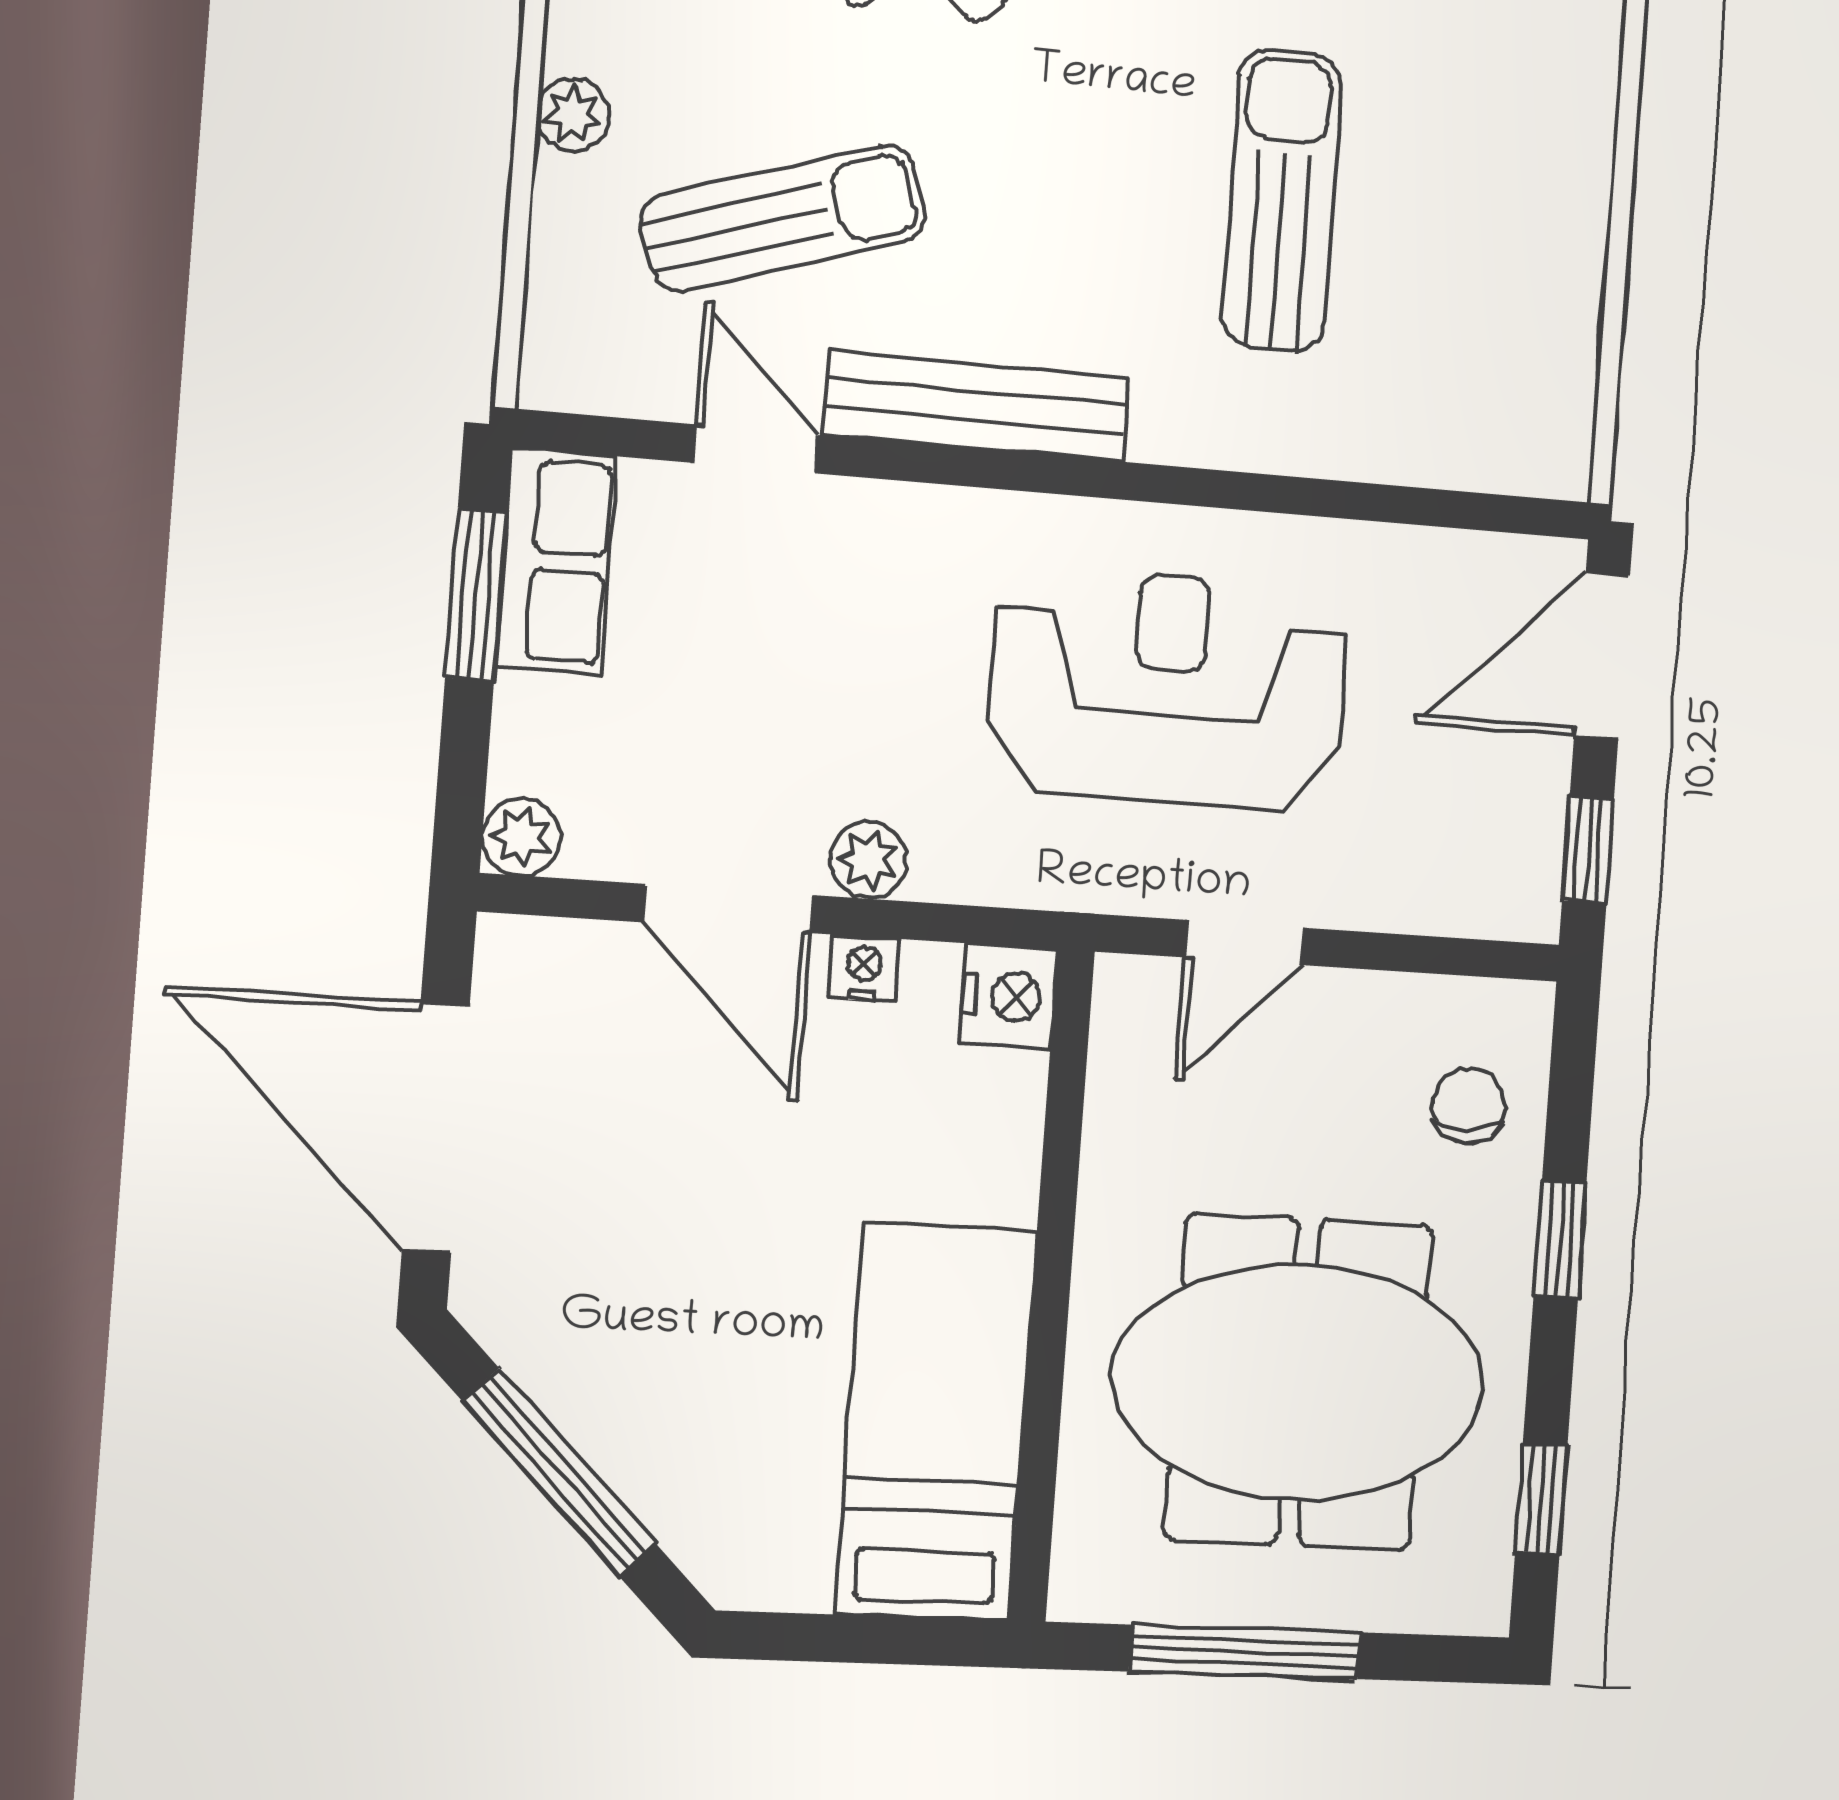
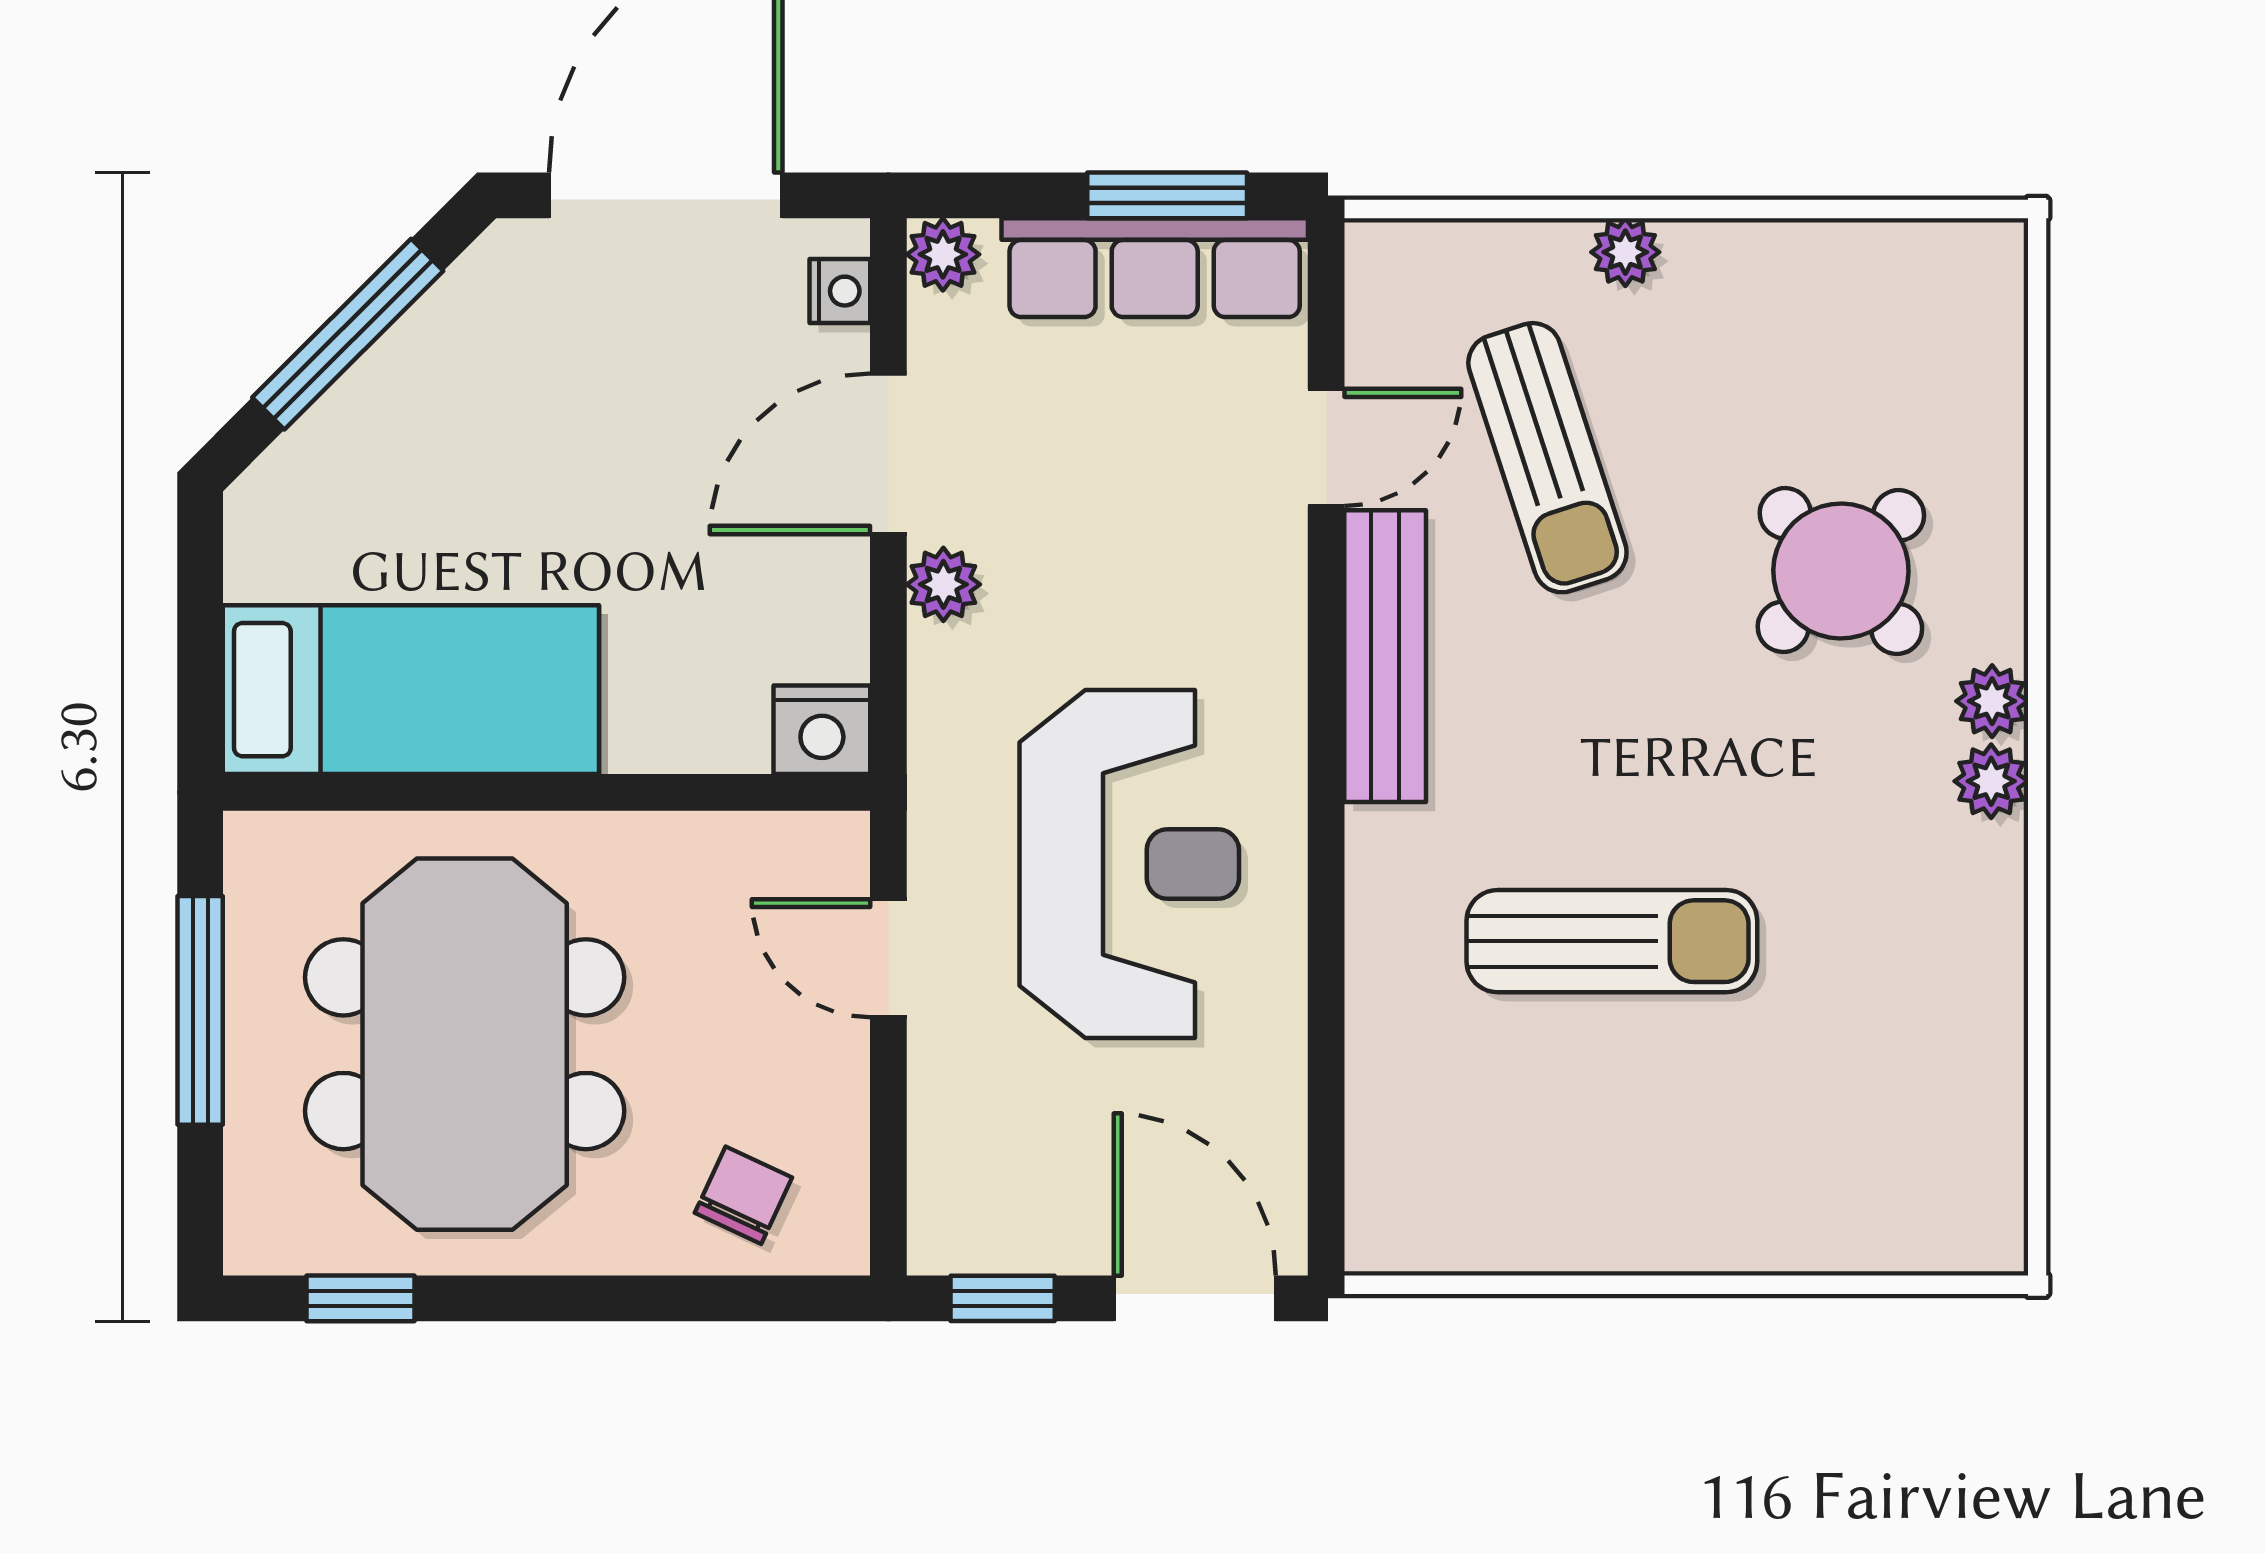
row of seats: (556, 561) -> (1155, 268), width x1.48
nightstand: (864, 968) -> (840, 291), moved
chair: (1469, 1105) -> (743, 1195), turned -65
window: (1560, 1239) -> (617, 1298), removed

